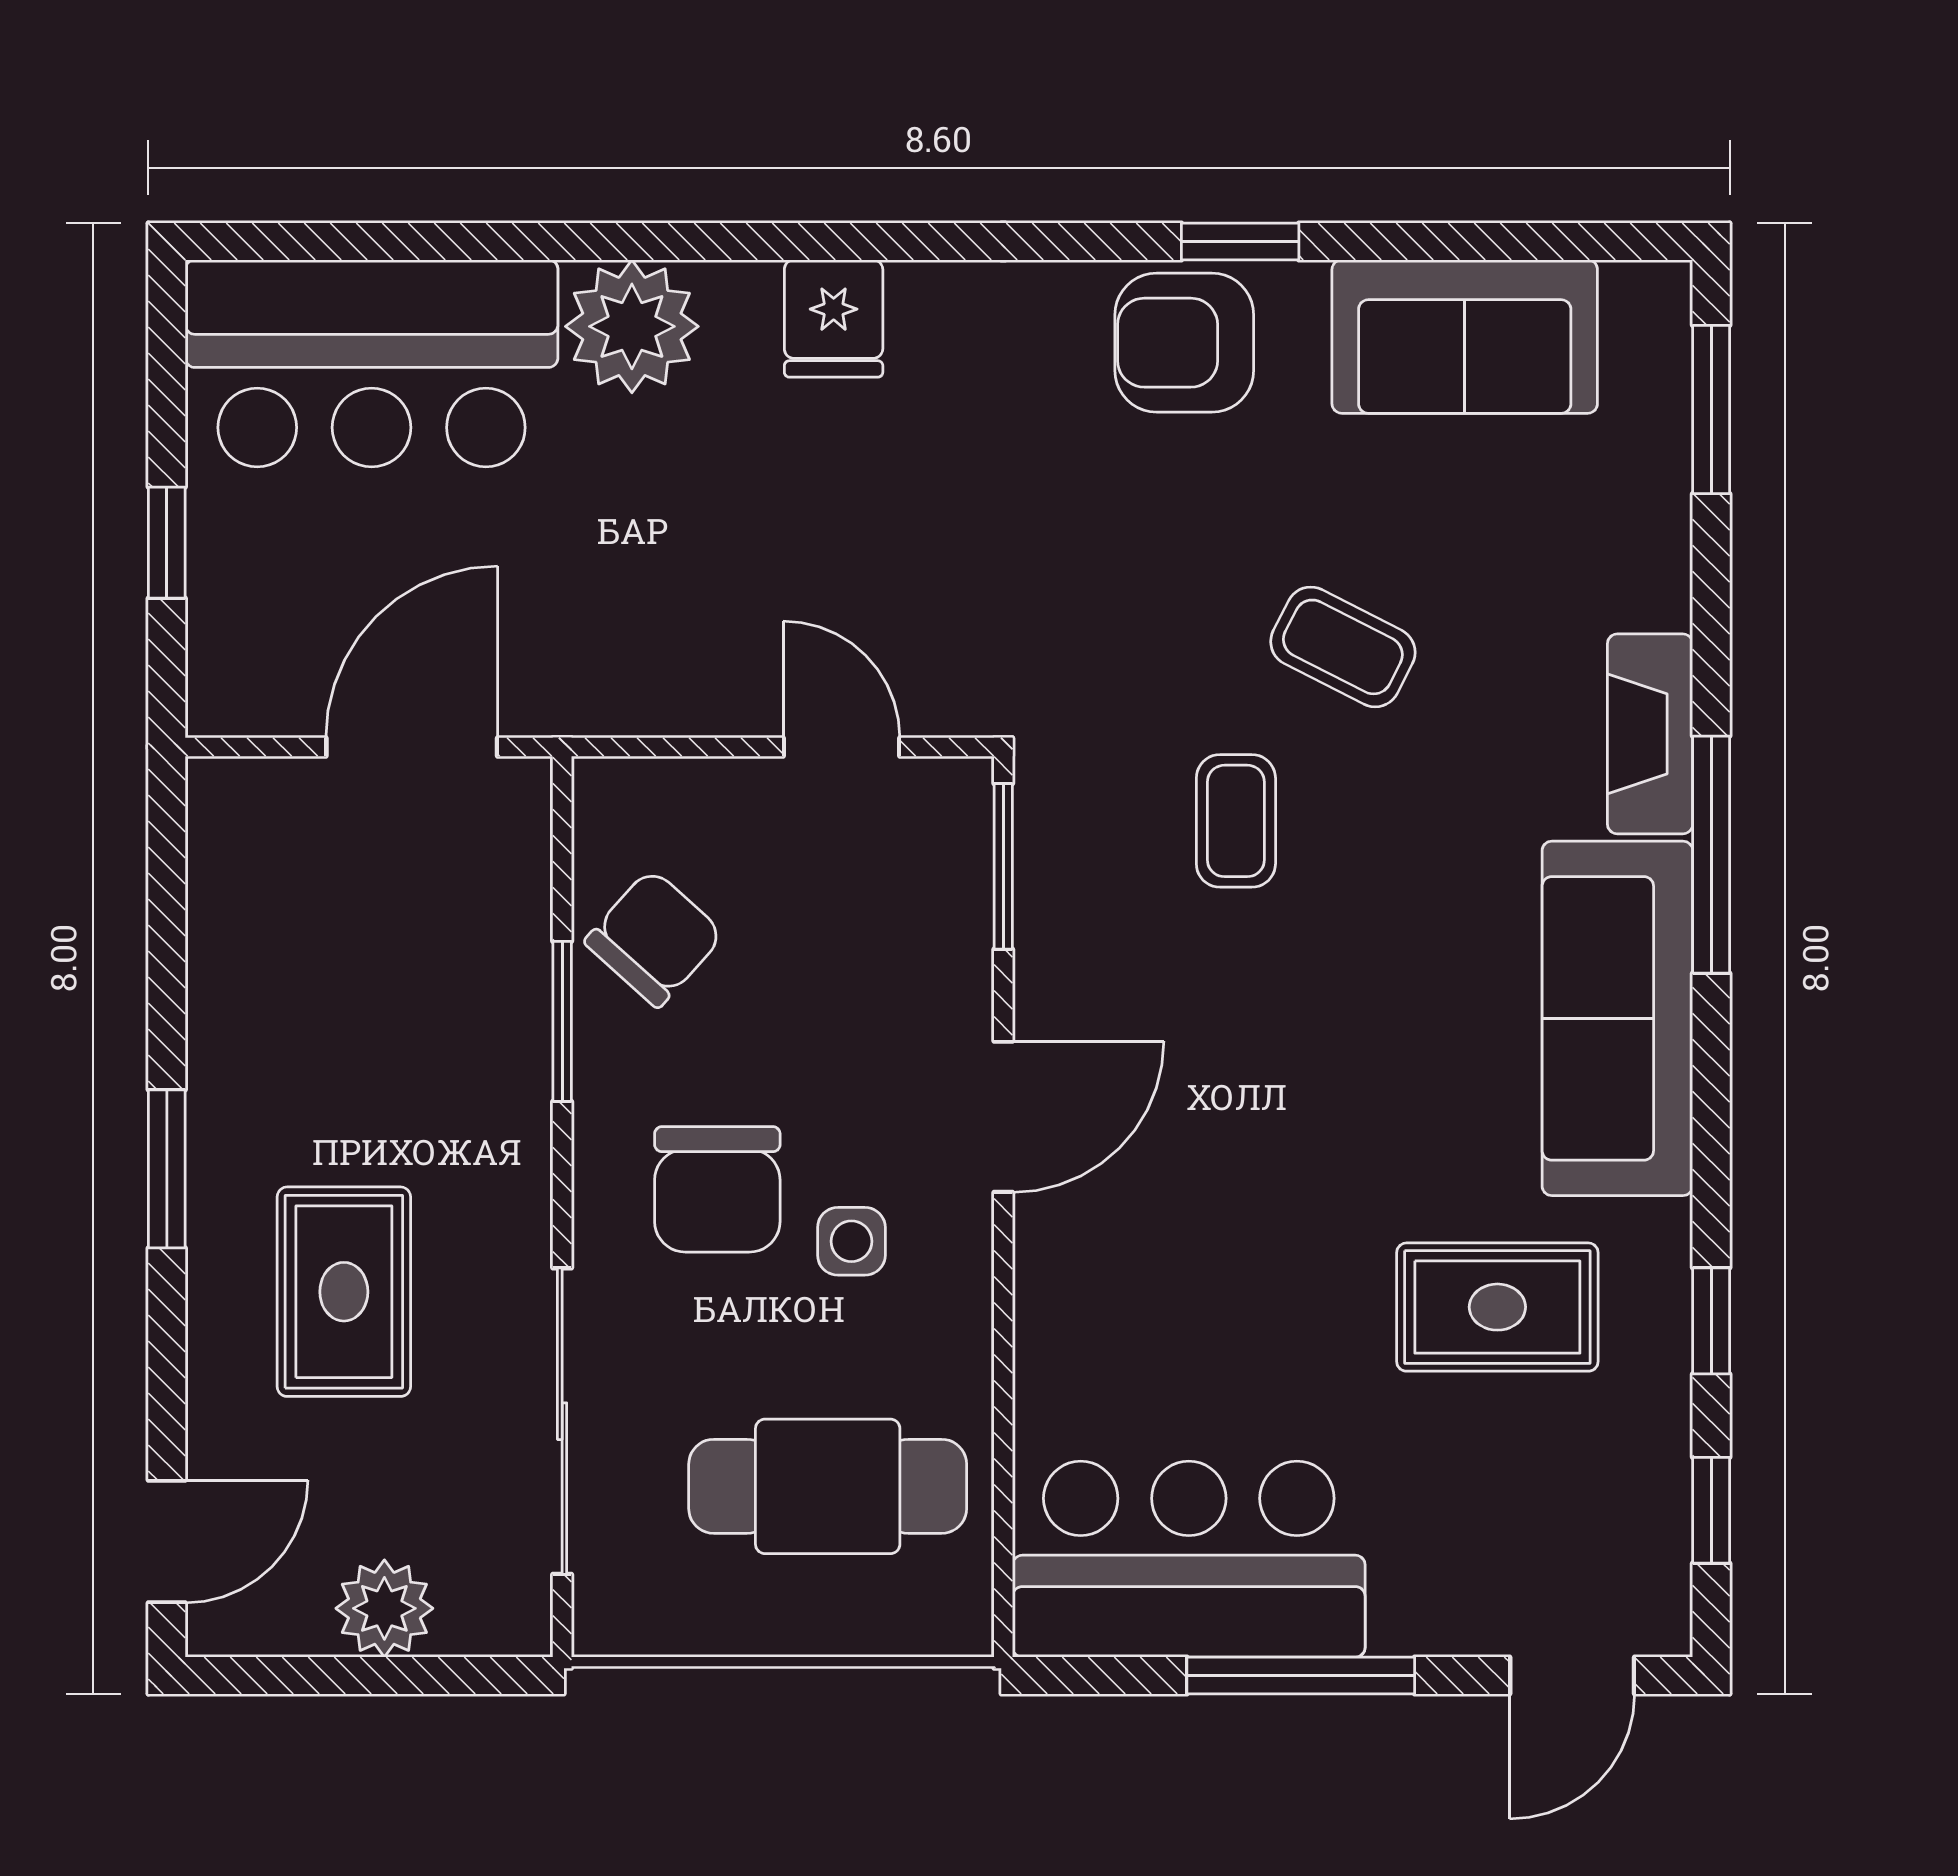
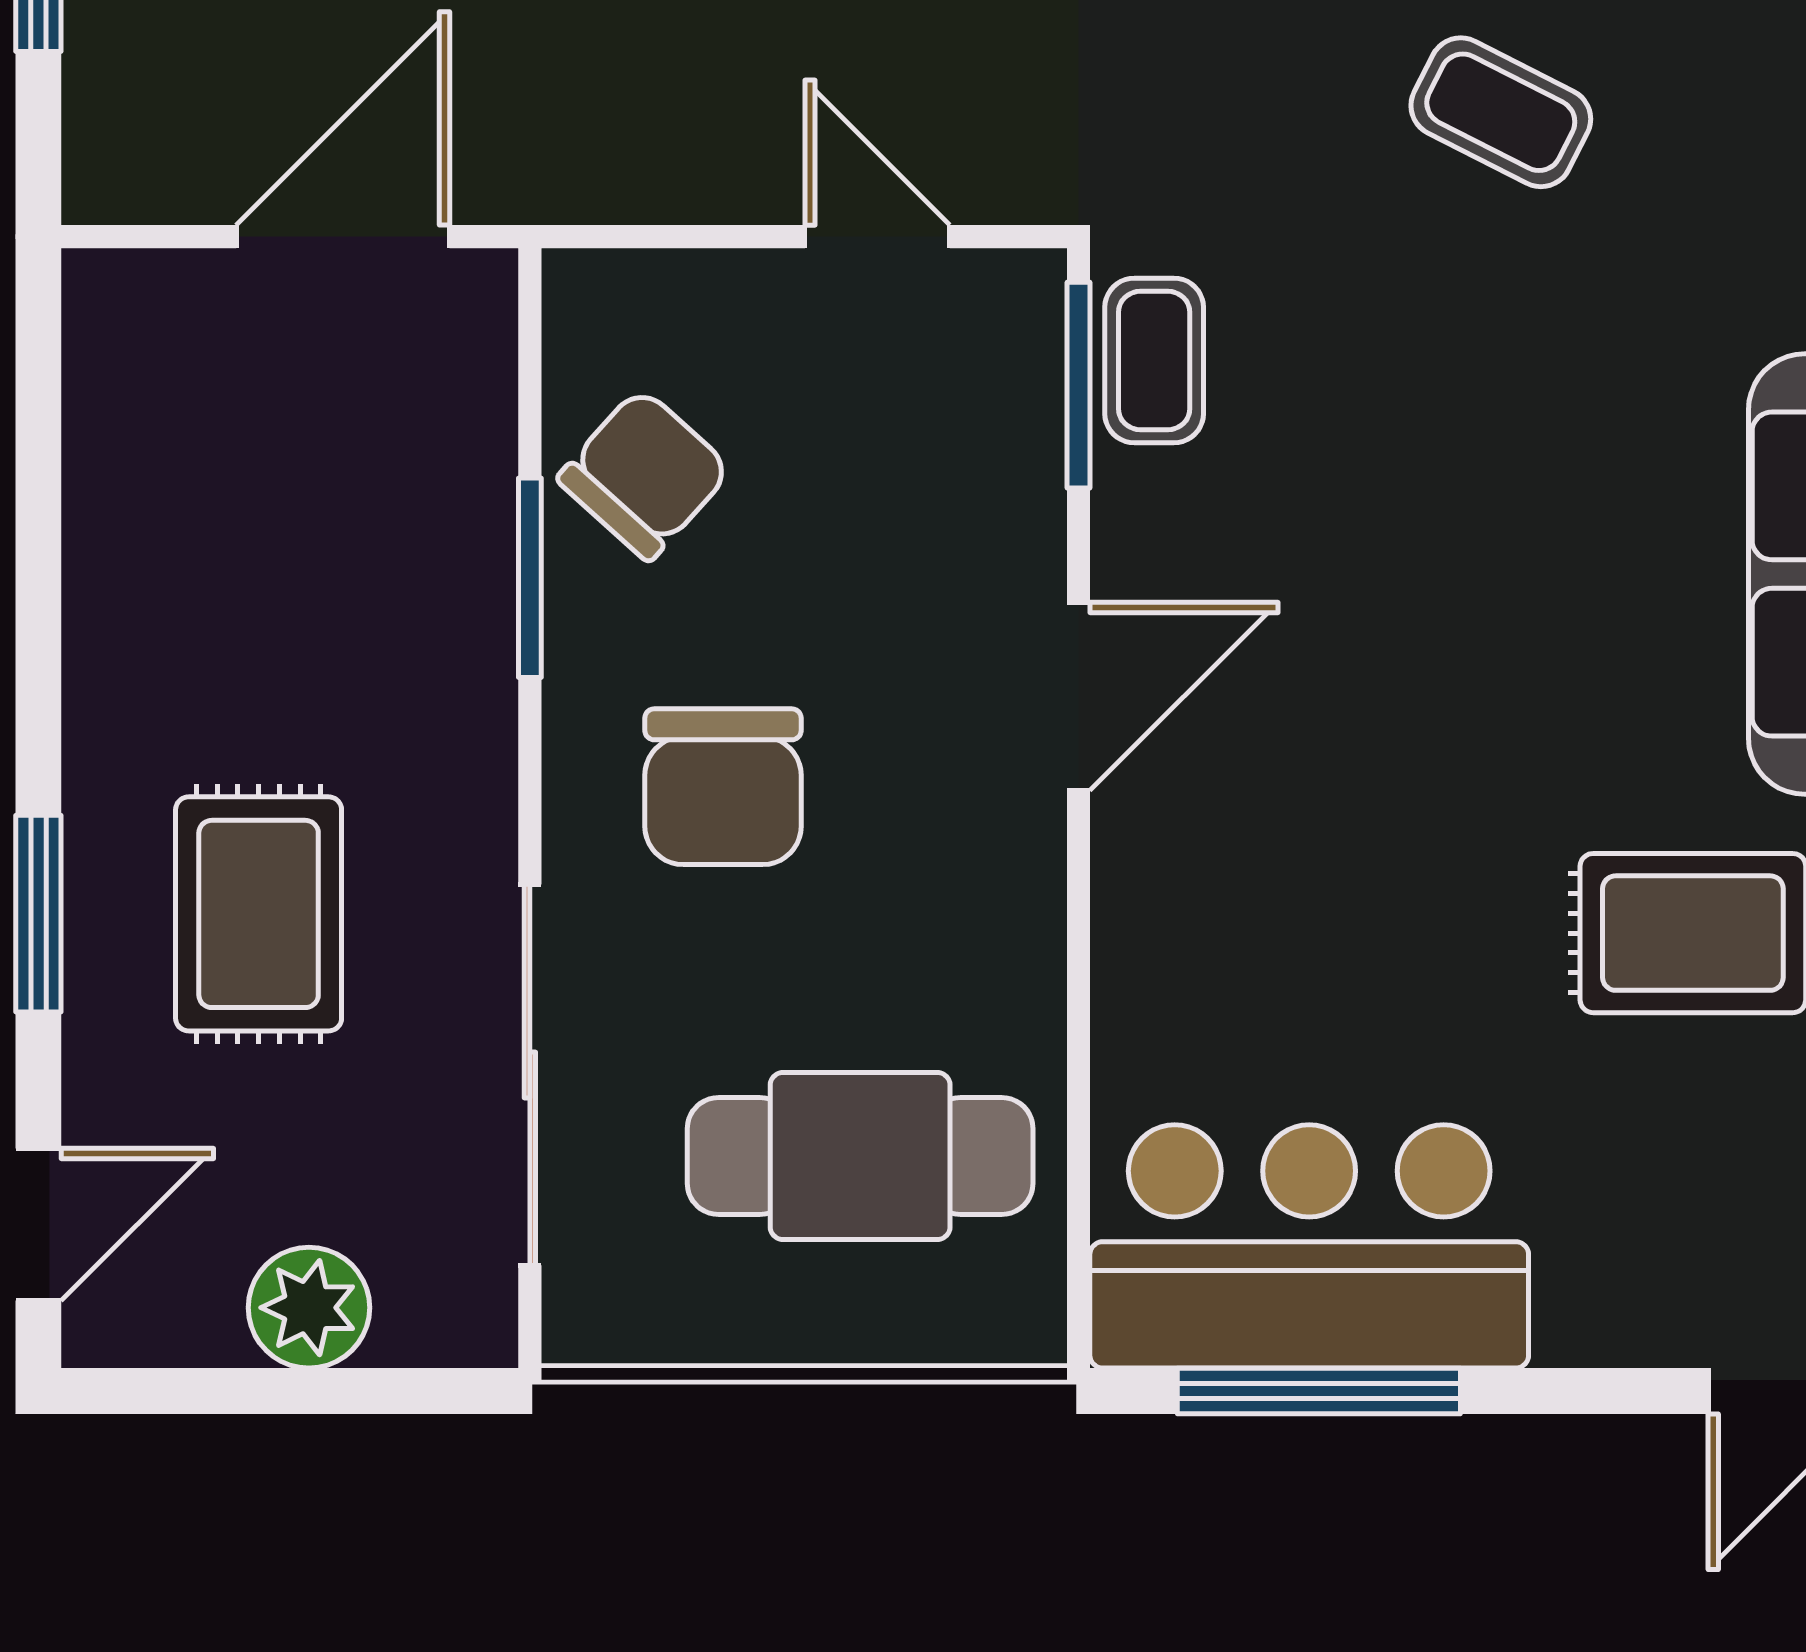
coffee table: (1236, 821) -> (1154, 360), moved
window: (167, 1169) -> (38, 914), moved
side table: (851, 1241) -> (890, 851), removed
window: (1301, 1675) -> (1319, 1391), moved

